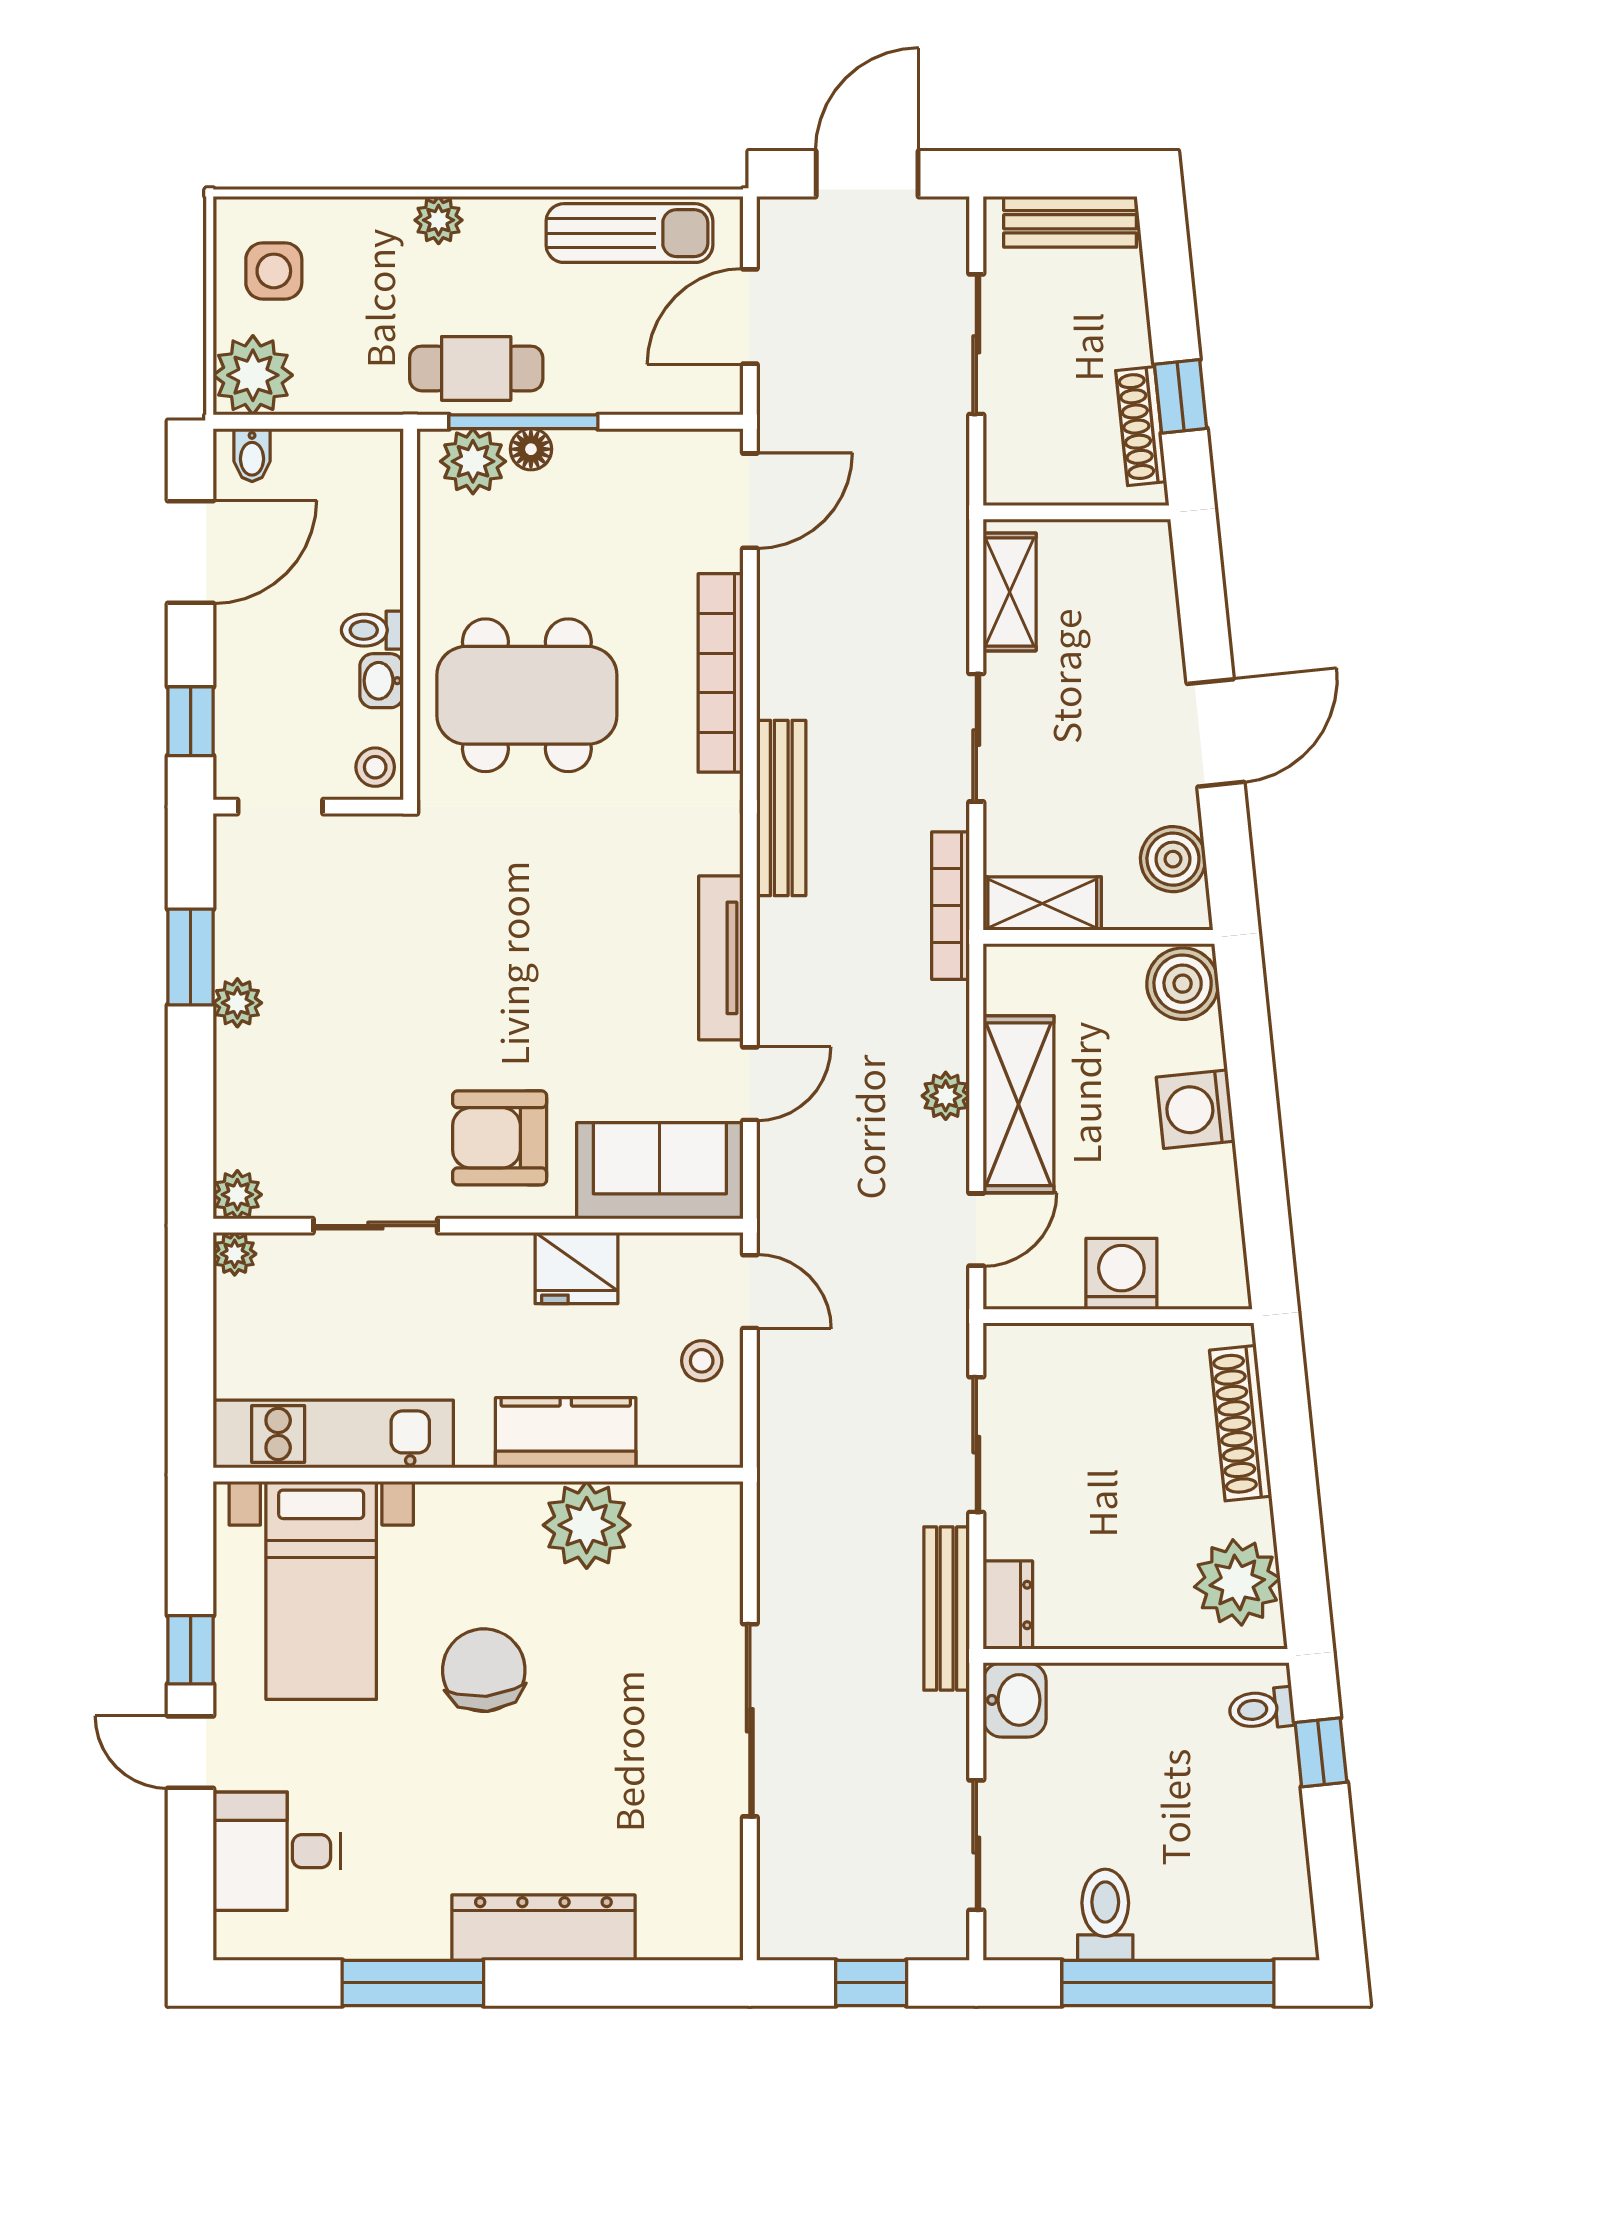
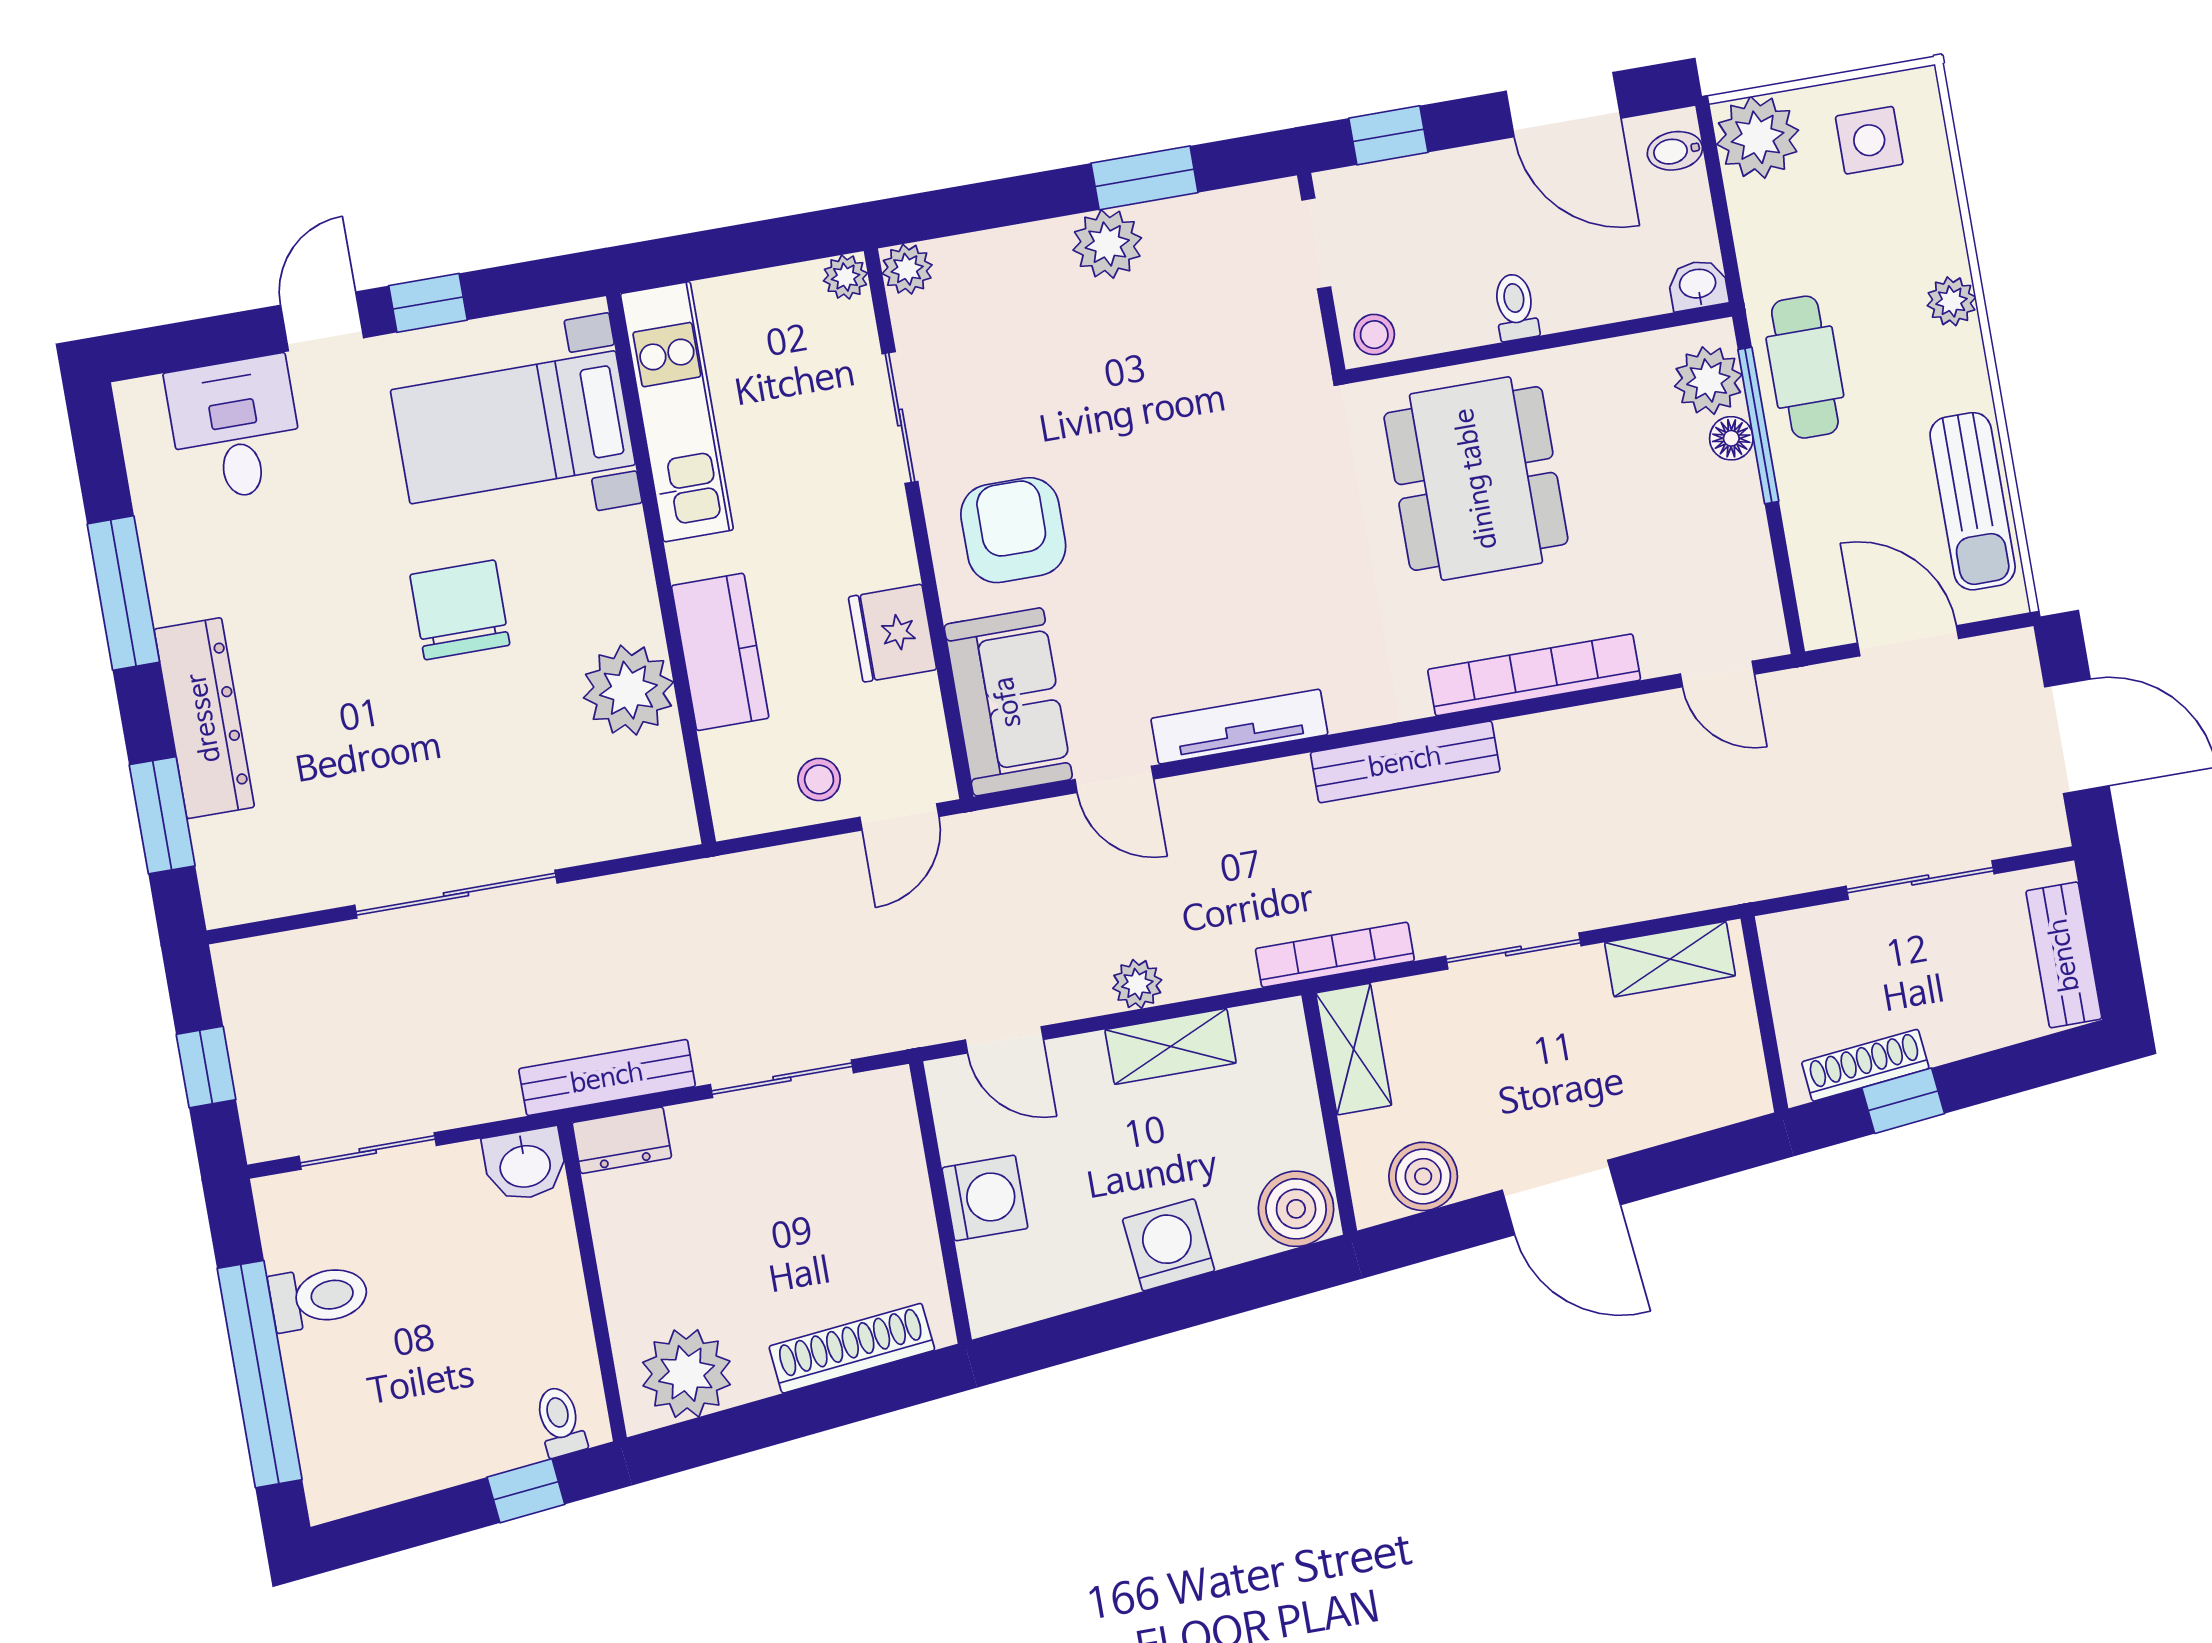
door: (750, 501) -> (1717, 674), width x0.73
washbasin: (382, 681) -> (1698, 285), moved
plant: (237, 1003) -> (1107, 244), width x1.38, depth x1.38
shelving: (1018, 1104) -> (1171, 1046), width x0.67, depth x0.75
chair: (484, 1670) -> (460, 610), turned -85
window: (628, 1983) -> (162, 815), added

